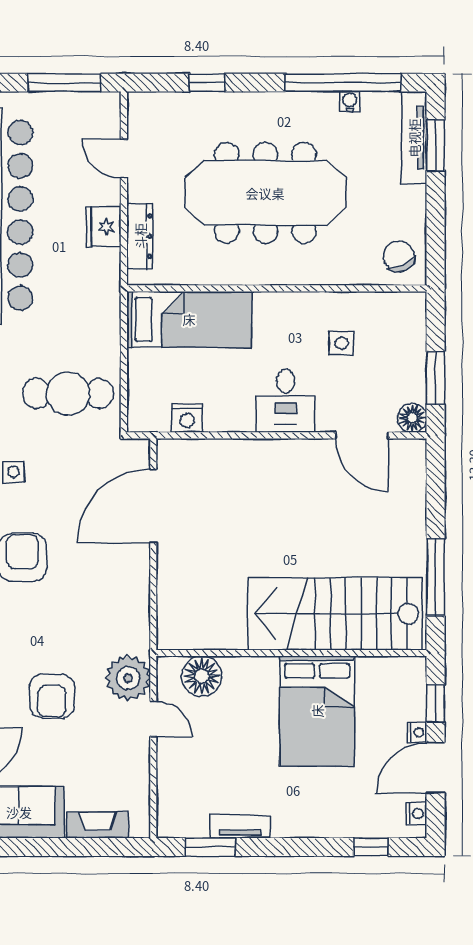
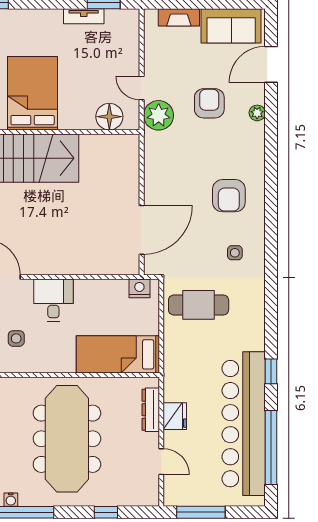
meeting table: (265, 193) -> (67, 439), turned 90
nightstand: (187, 418) -> (139, 288), moved

